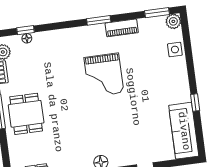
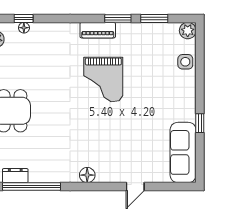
window: (157, 13) -> (154, 19), moved
window: (99, 20) -> (118, 19), moved
piano: (122, 28) -> (98, 30), moved

